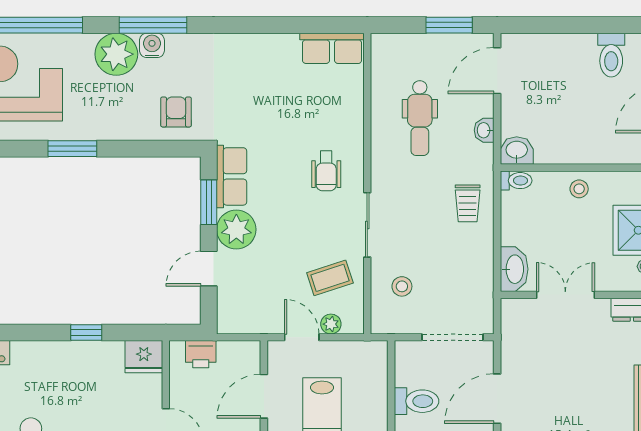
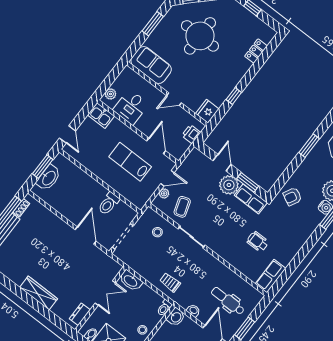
armchair: (176, 112) -> (292, 197), turned 117
dental chair: (420, 118) -> (228, 301), moved
wheelchair: (326, 171) -> (258, 242), moved

